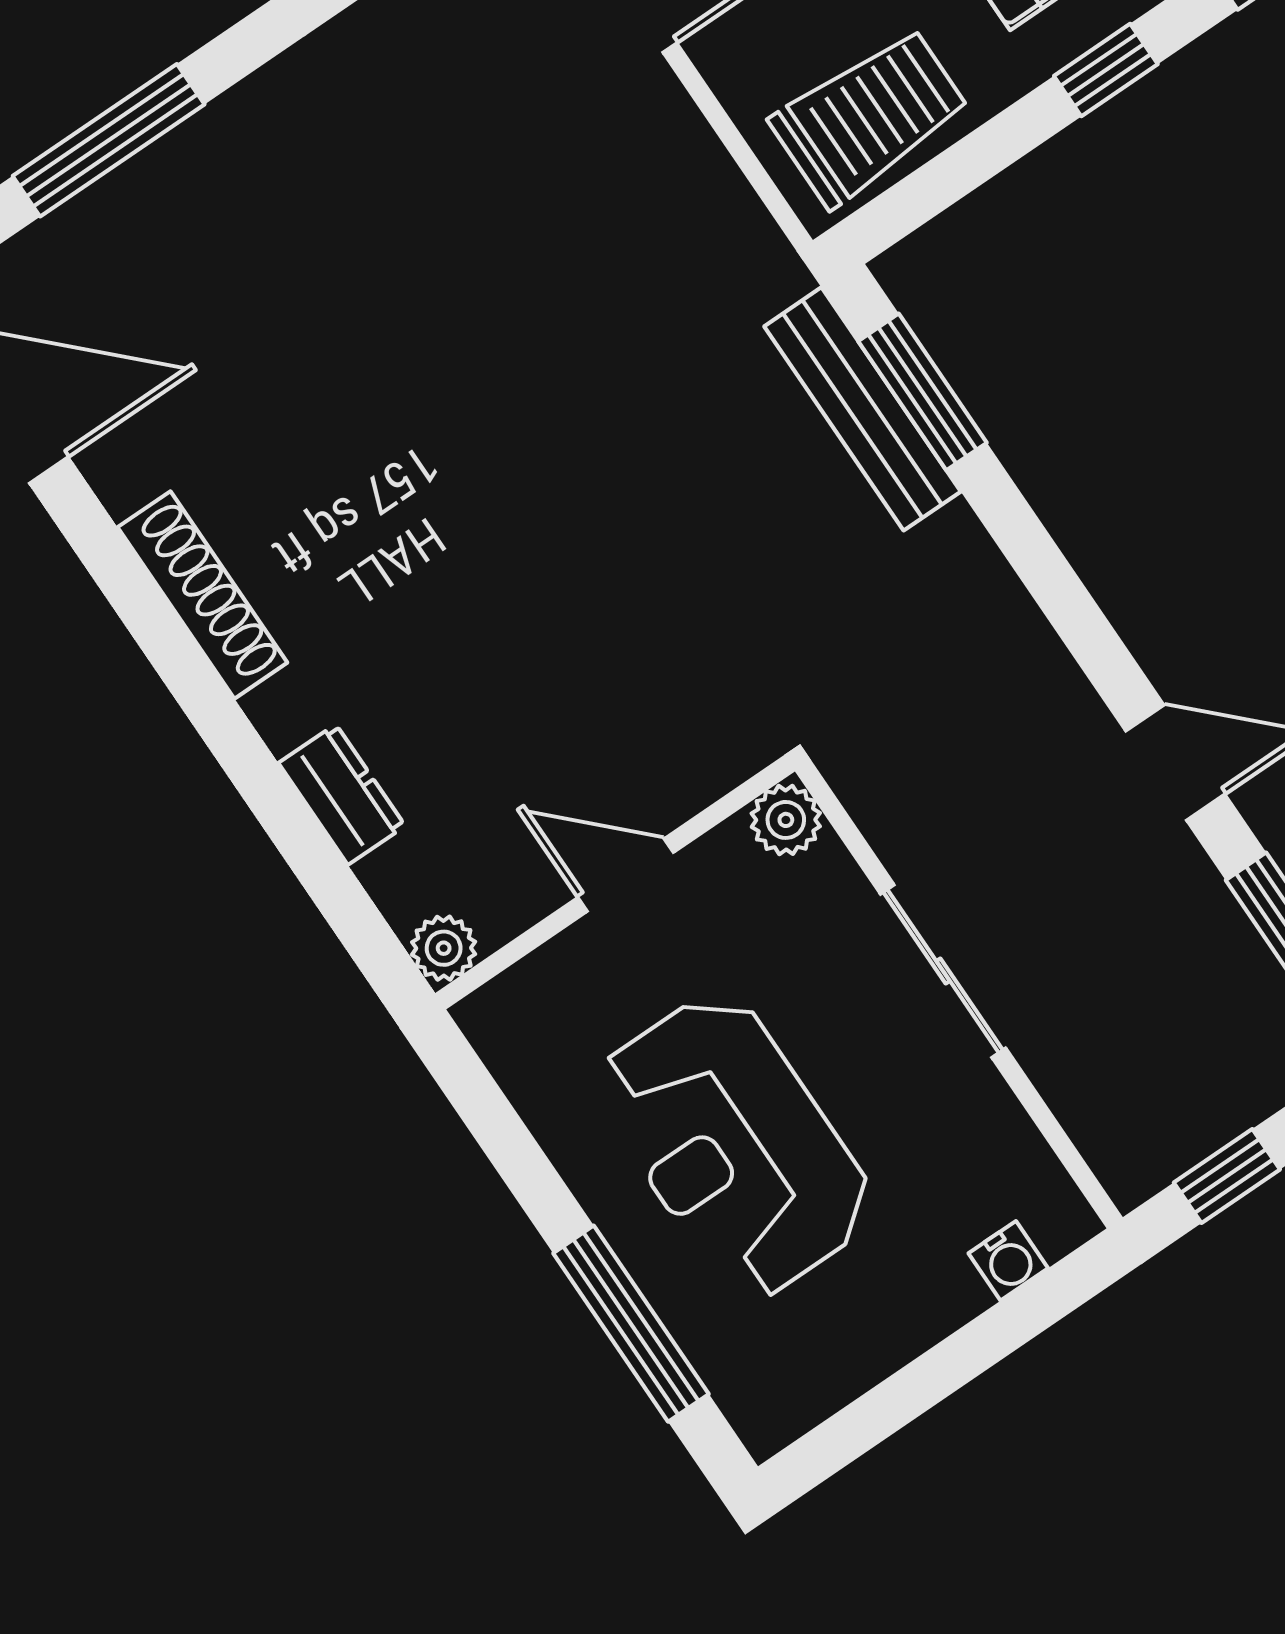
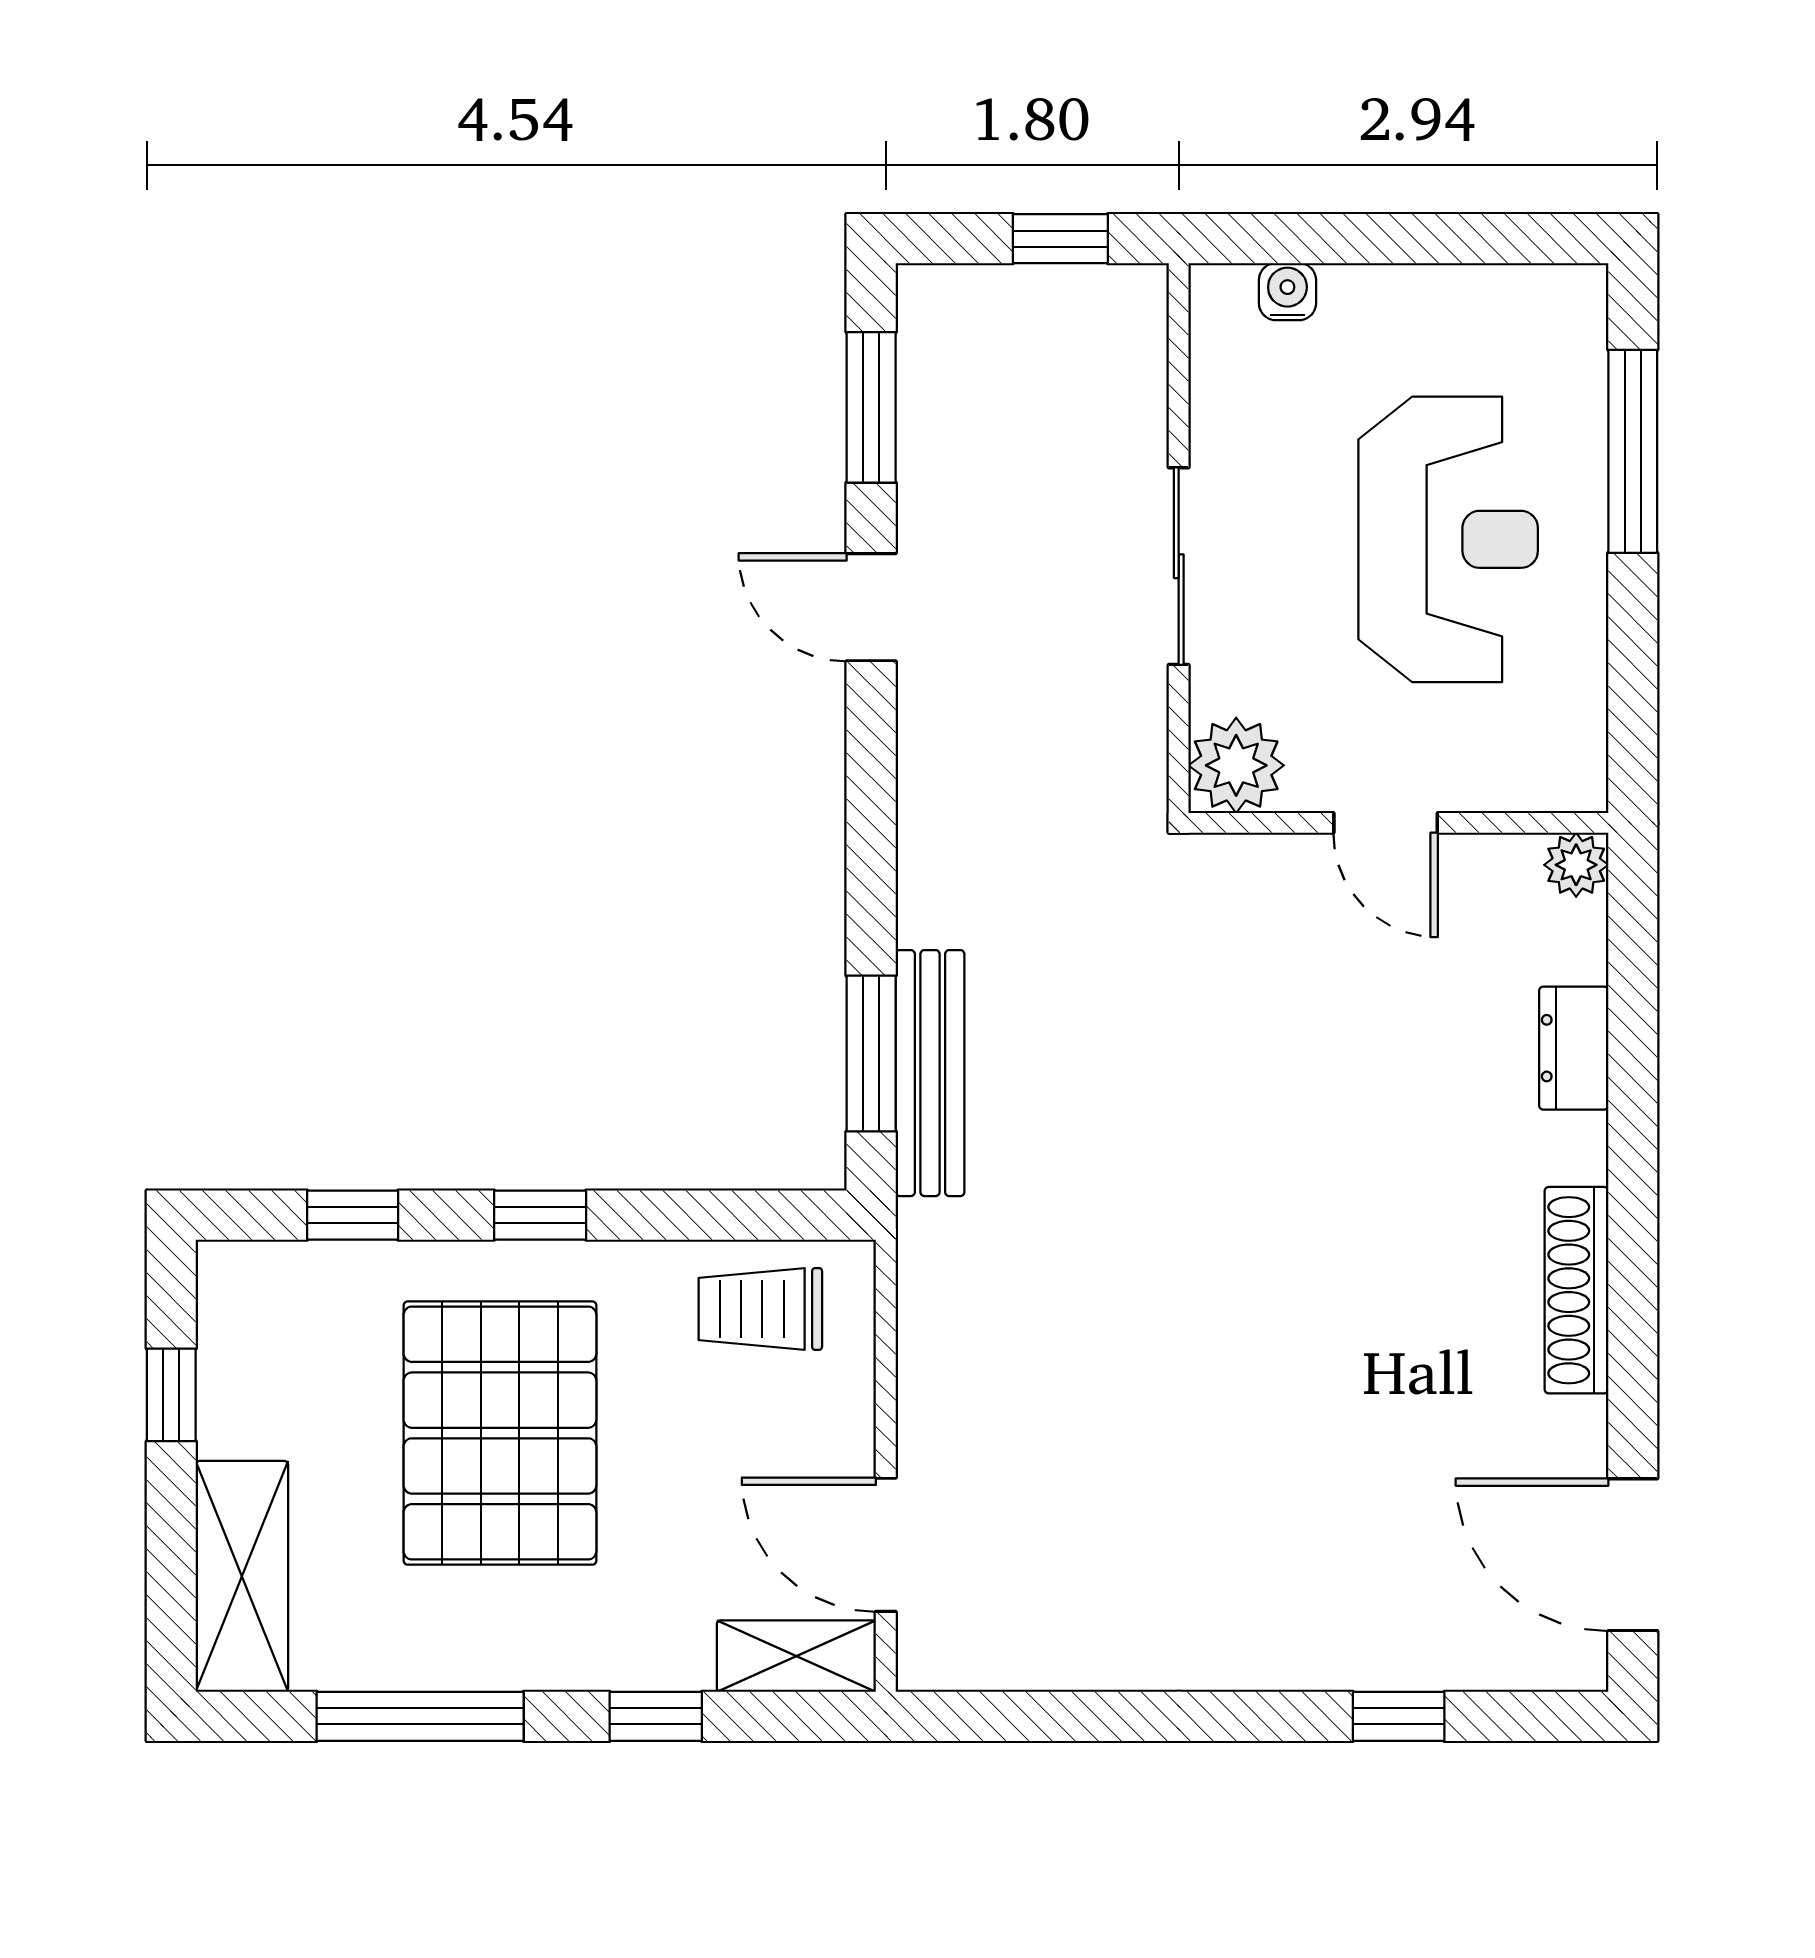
trolley: (870, 117) -> (760, 1309), width x0.73, depth x0.72
window: (109, 140) -> (1399, 1716), width x0.46
plant: (786, 820) -> (1236, 765), width x1.38, depth x1.38

